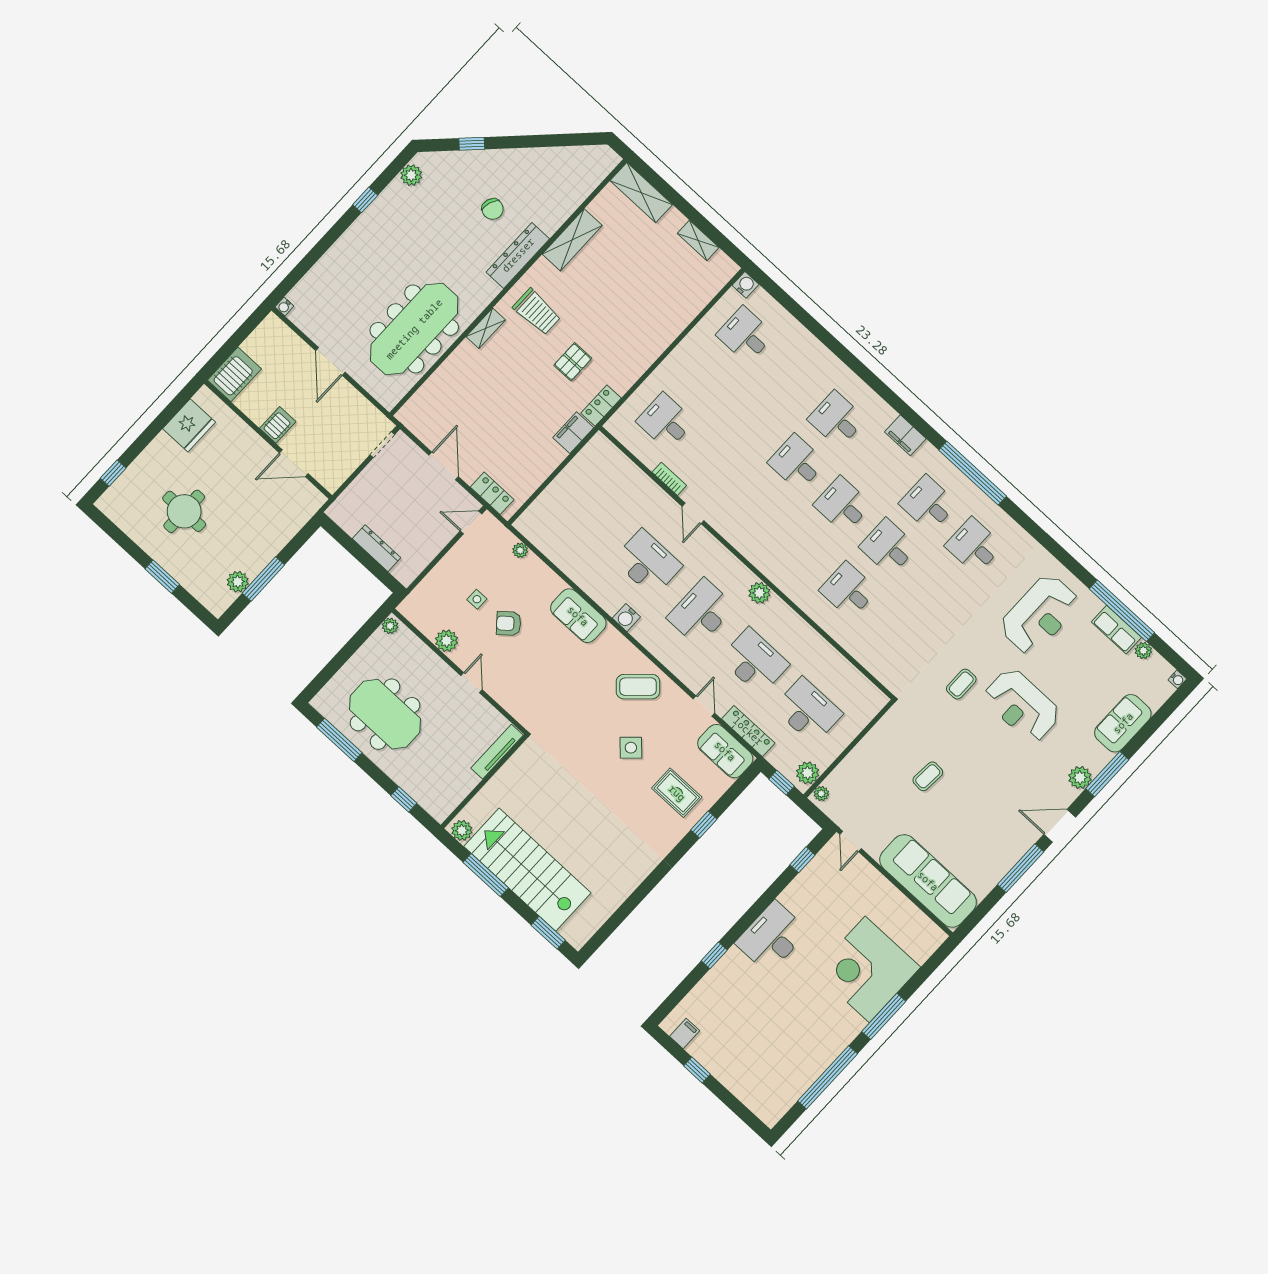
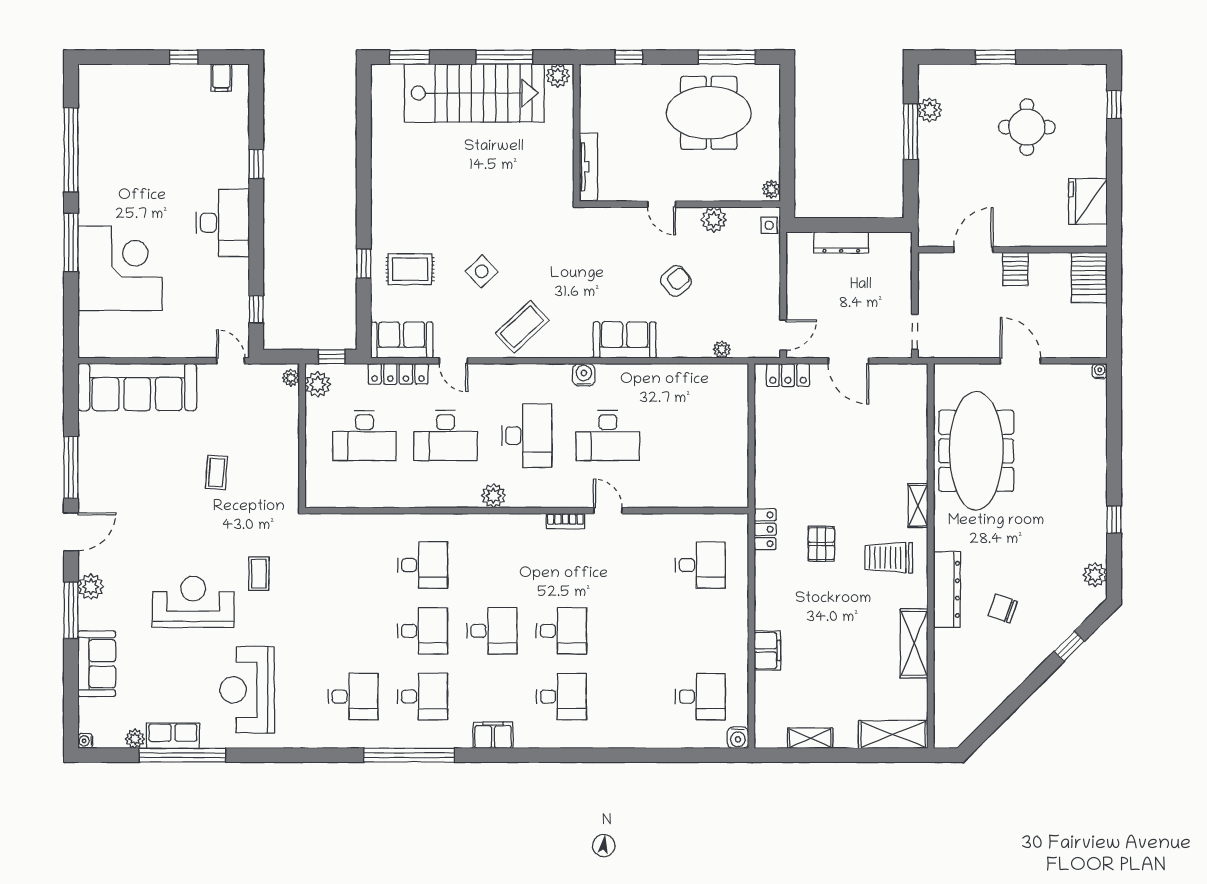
filing cabinet: (573, 433) -> (767, 650), moved
bookcase: (669, 479) -> (565, 521), moved
side table: (477, 599) -> (769, 225), moved

